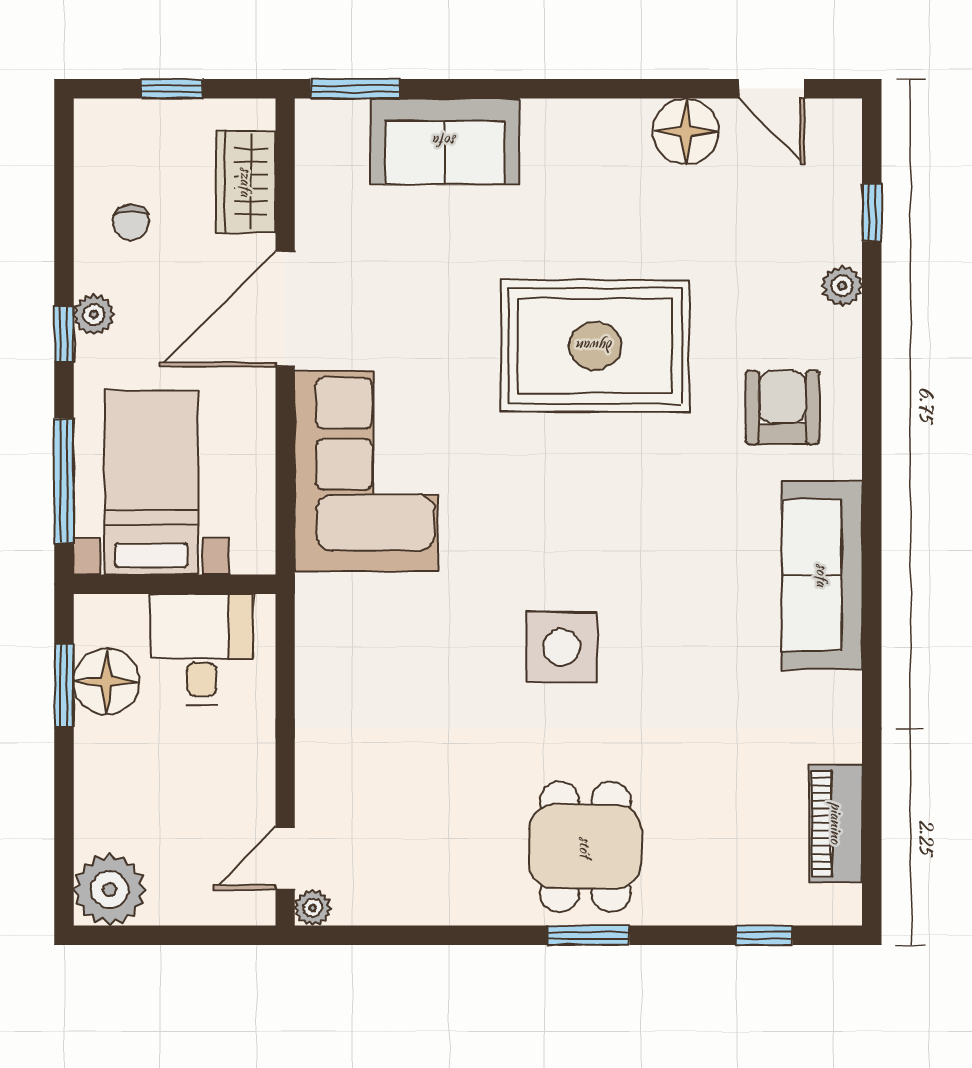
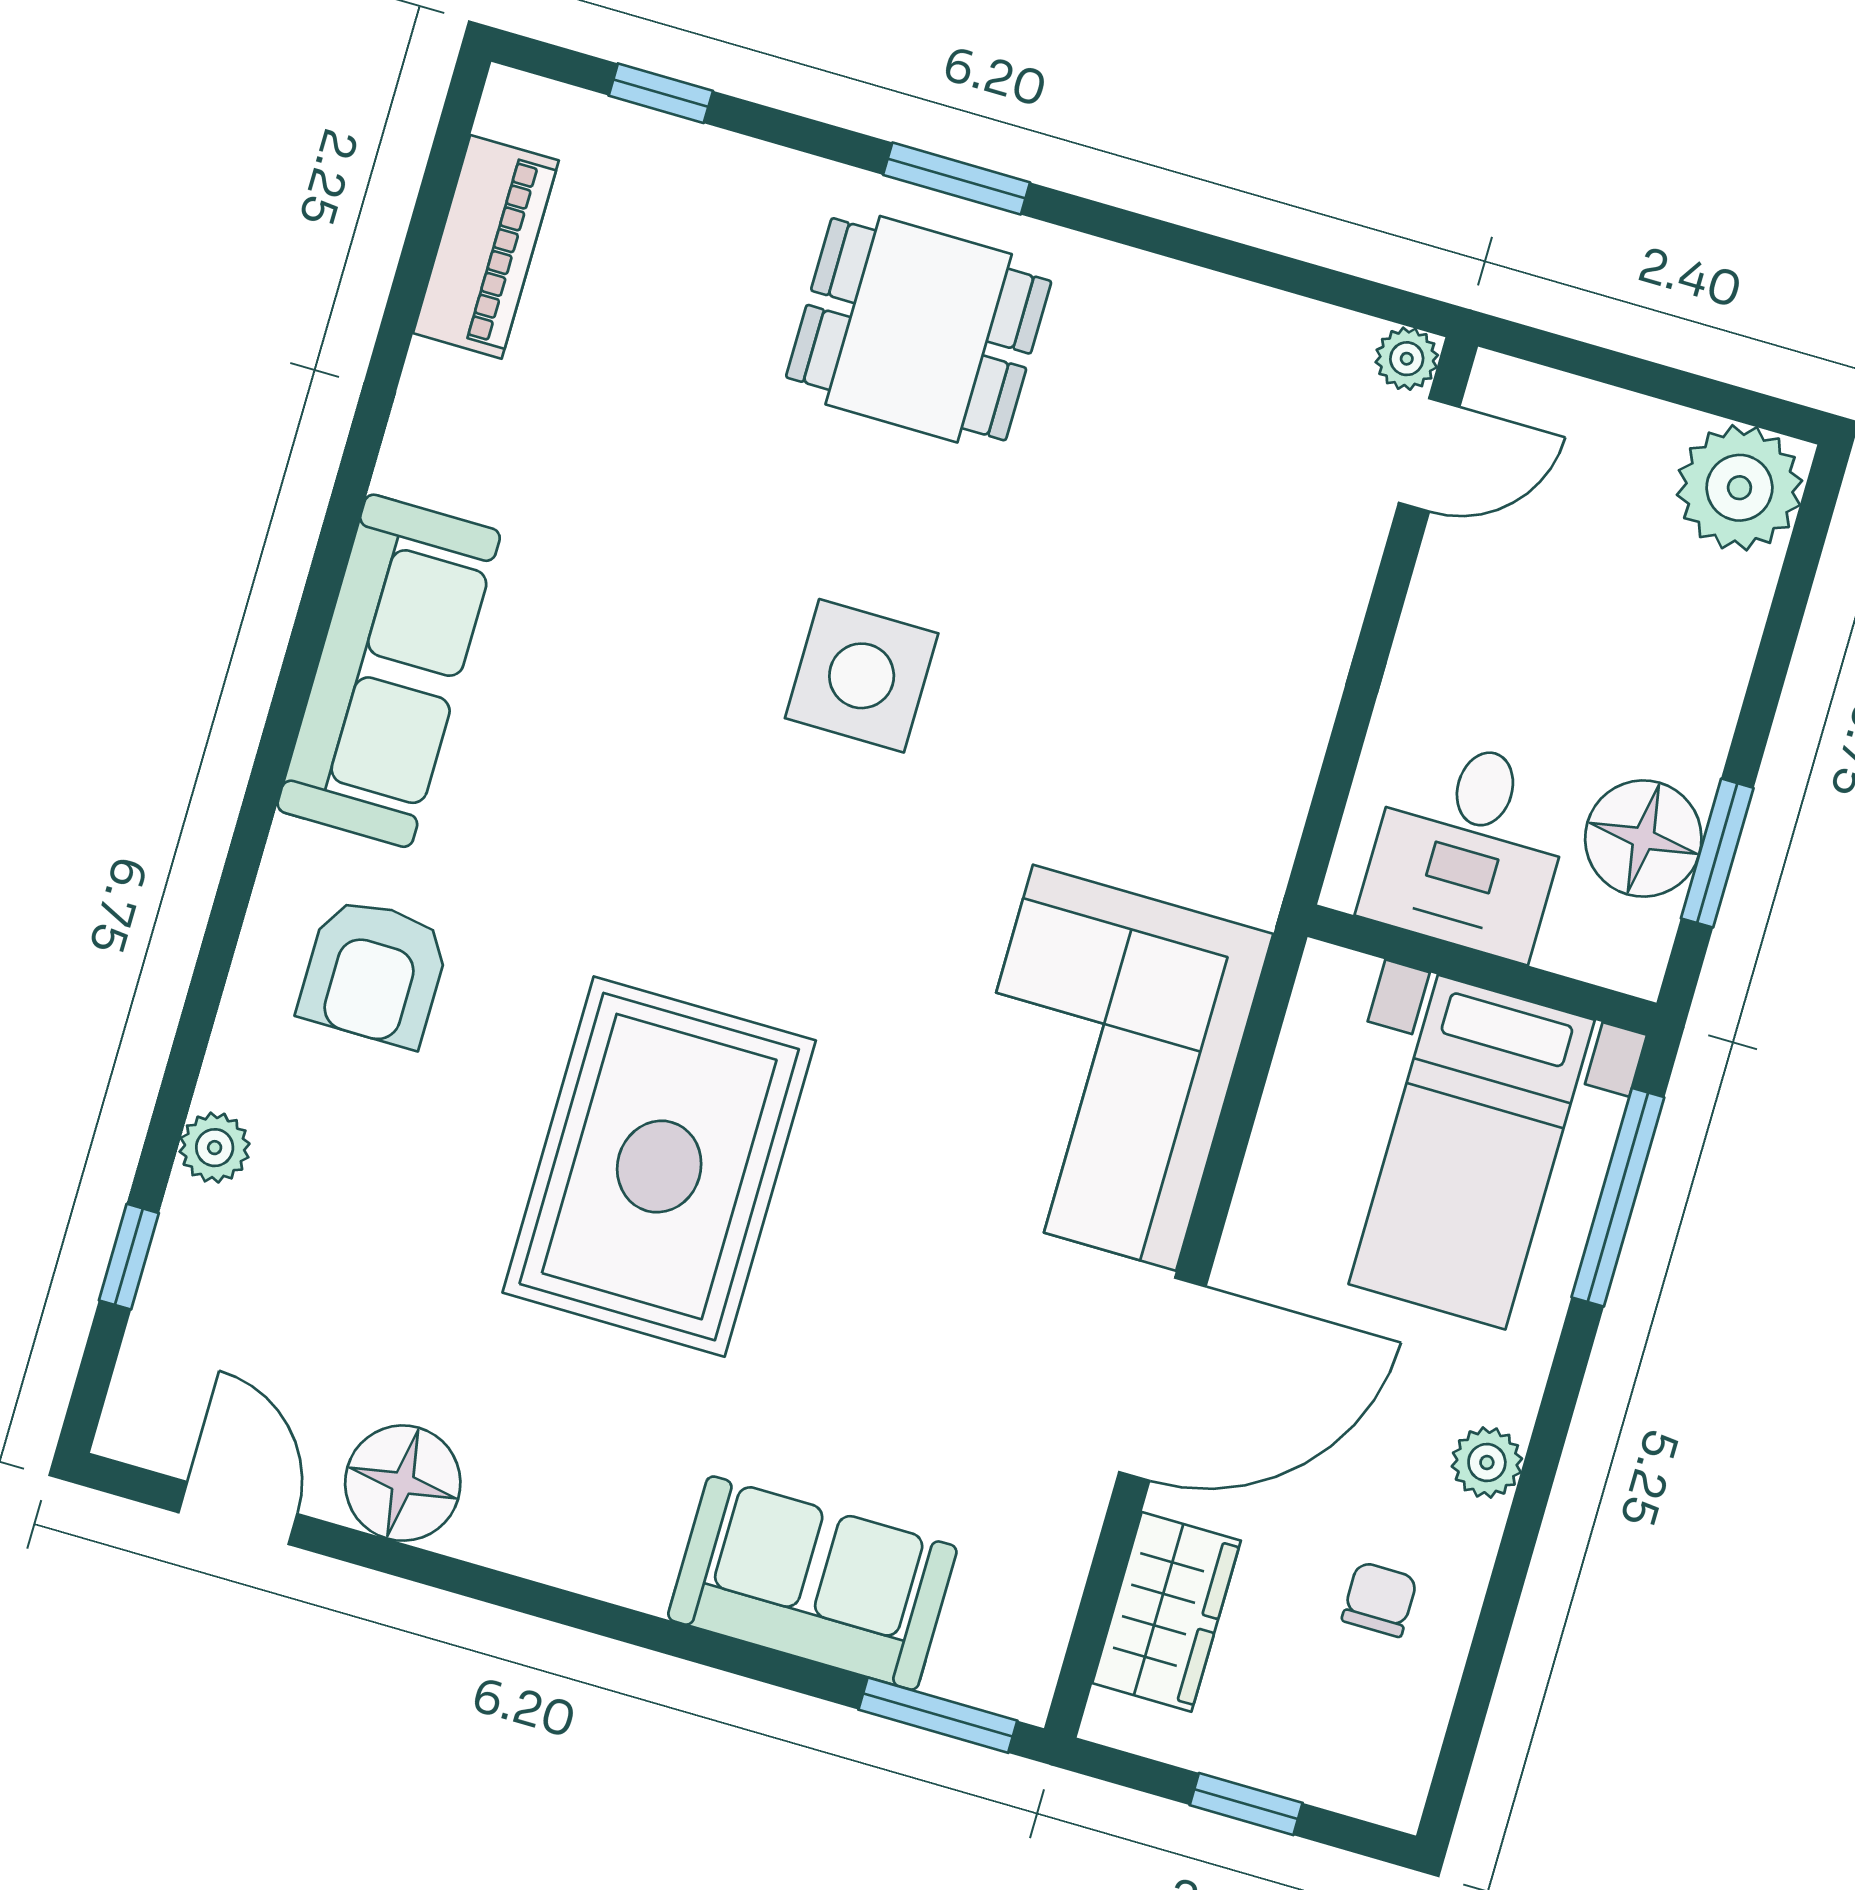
window: (64, 334) -> (1547, 1444), removed
rug: (595, 346) -> (659, 1167), turned 90
dining table: (585, 847) -> (919, 329), turned 90

